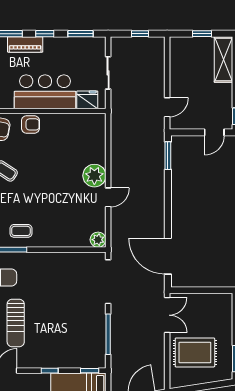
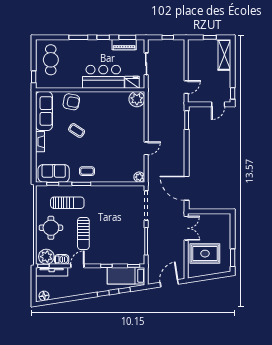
piano: (25, 44) -> (124, 45), moved
armchair: (30, 124) -> (93, 99), removed
plant: (94, 176) -> (137, 99), moved

